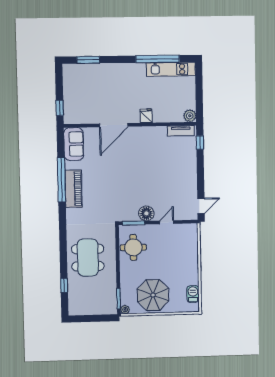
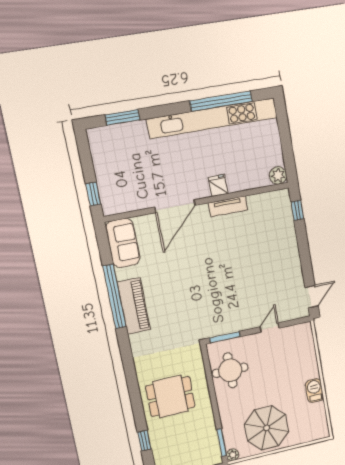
kitchen unit: (171, 69) -> (213, 118), width x1.86
tv unit: (181, 131) -> (228, 206), moved
floor lamp: (146, 213) -> (240, 321), removed
dining table: (88, 258) -> (170, 396), width x0.73
barbecue: (193, 294) -> (314, 391), moved

